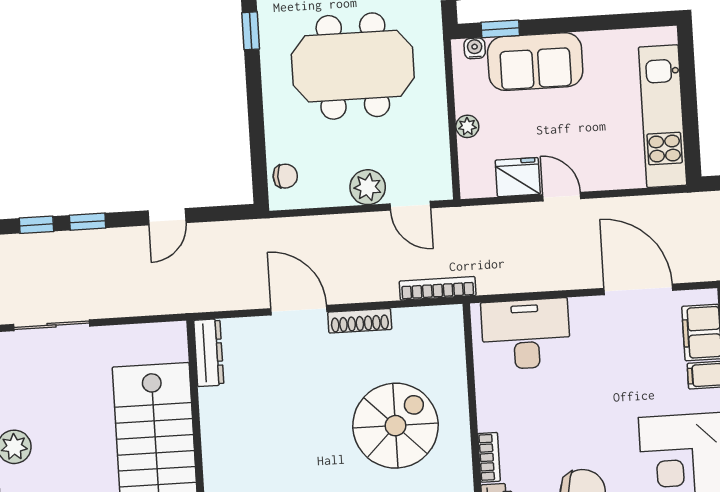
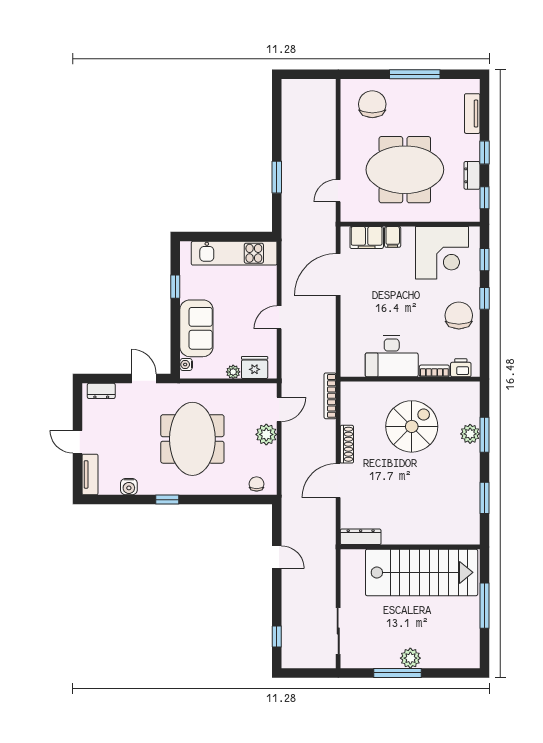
window: (500, 29) -> (175, 287), moved
fridge: (518, 177) -> (255, 368), moved, turned 90
window: (88, 222) -> (277, 605), removed
desk: (526, 334) -> (392, 356), moved, turned -90
spiral stairs: (396, 426) -> (412, 426), turned 90

